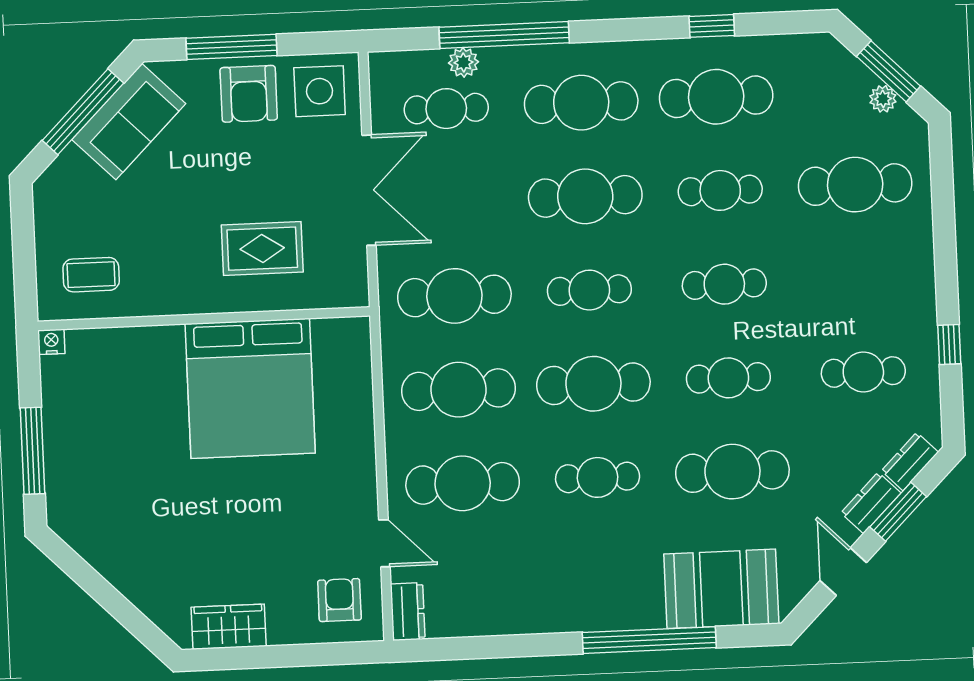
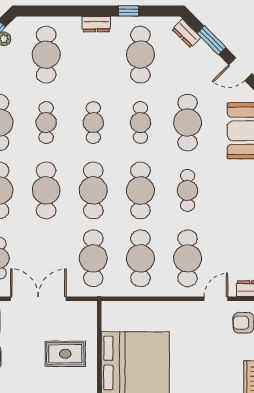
rug: (262, 249) -> (65, 354), turned 90
cafe table: (589, 290) -> (93, 190), width x1.37, depth x1.35
cafe table: (863, 372) -> (140, 55), width x1.37, depth x1.35
dresser: (871, 503) -> (96, 24), moved, turned -45

